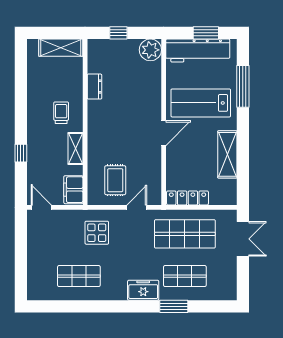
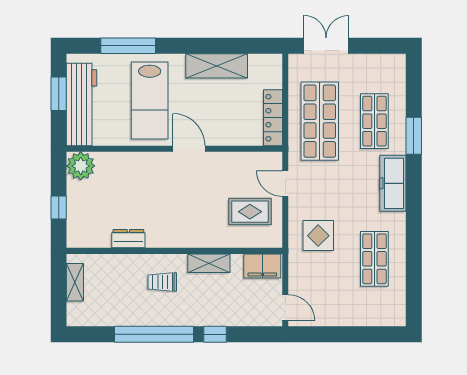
shelving: (61, 48) -> (75, 282), width x0.67, depth x0.75
window: (21, 106) -> (154, 334), added
door: (41, 207) -> (285, 308), swing flipped
freezer: (143, 290) -> (393, 183), width x1.40

